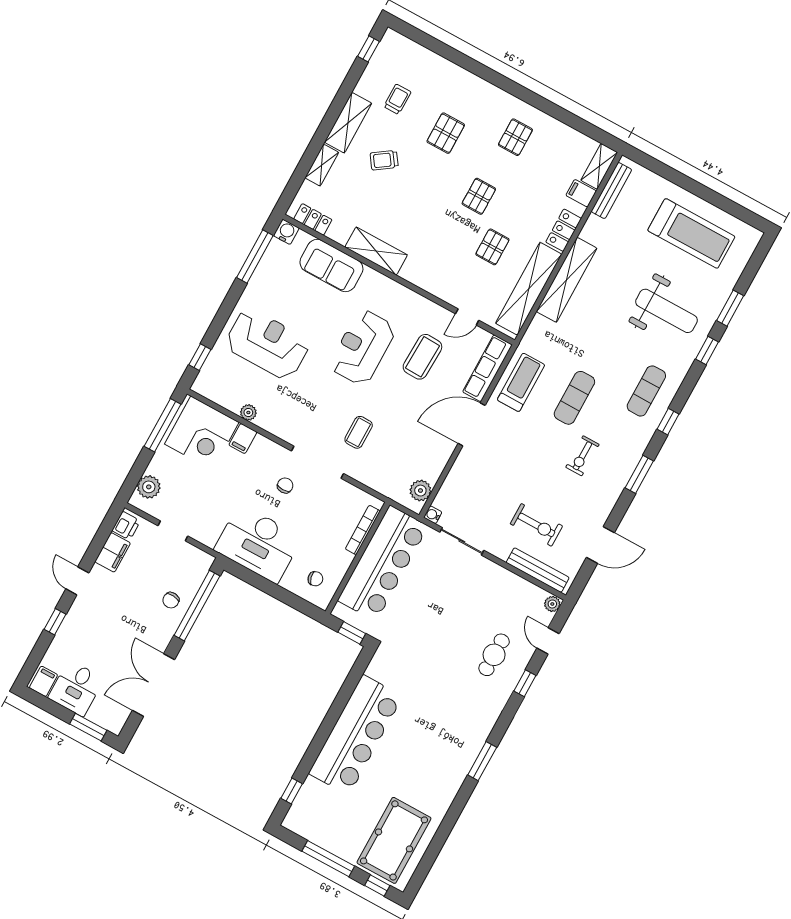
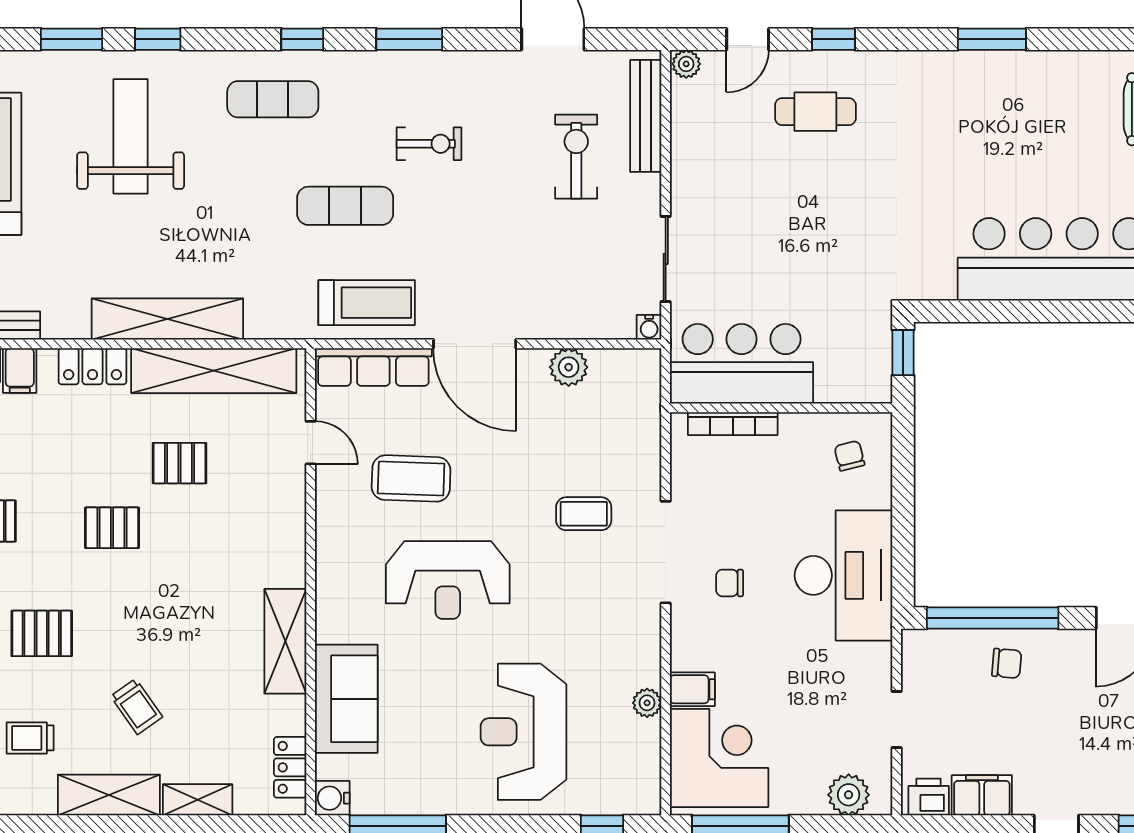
treadmill: (521, 382) -> (367, 303), turned 180
plant: (420, 491) -> (569, 367), moved
bar counter: (383, 563) -> (742, 364), width x0.73

